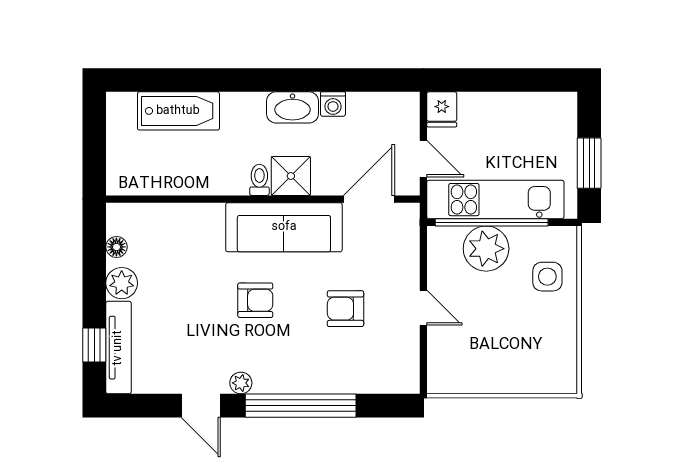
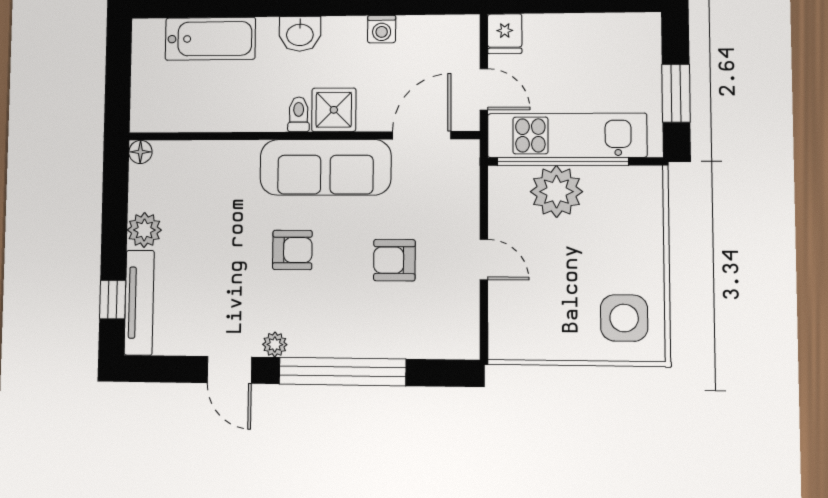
washbasin: (292, 107) -> (300, 34), moved, width x0.72
floor lamp: (116, 247) -> (140, 152), moved
side table: (547, 277) -> (624, 318), moved, width x1.37, depth x1.37

